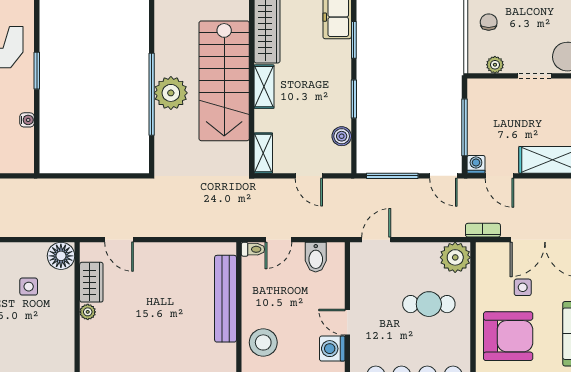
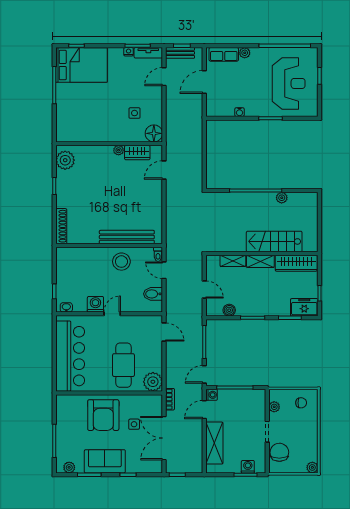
stairs: (224, 81) -> (274, 241), width x0.73, depth x0.66
plant: (171, 93) -> (282, 198), moved, width x0.53, depth x0.53
shelving: (263, 153) -> (233, 261), moved
door: (309, 176) -> (204, 289), swing flipped
cafe table: (429, 304) -> (123, 365), width x1.37, depth x1.35
stool: (263, 342) -> (121, 262), moved

